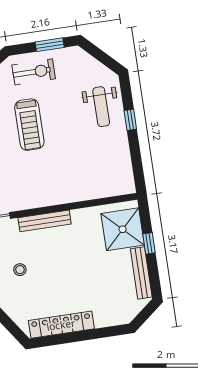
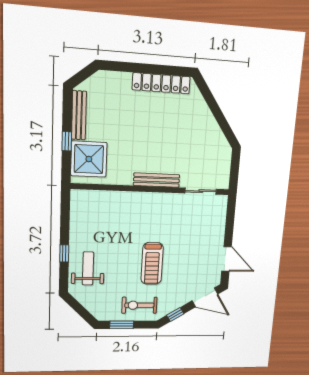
treadmill: (29, 125) -> (152, 263), turned 180
stool: (20, 270) -> (187, 142), removed

